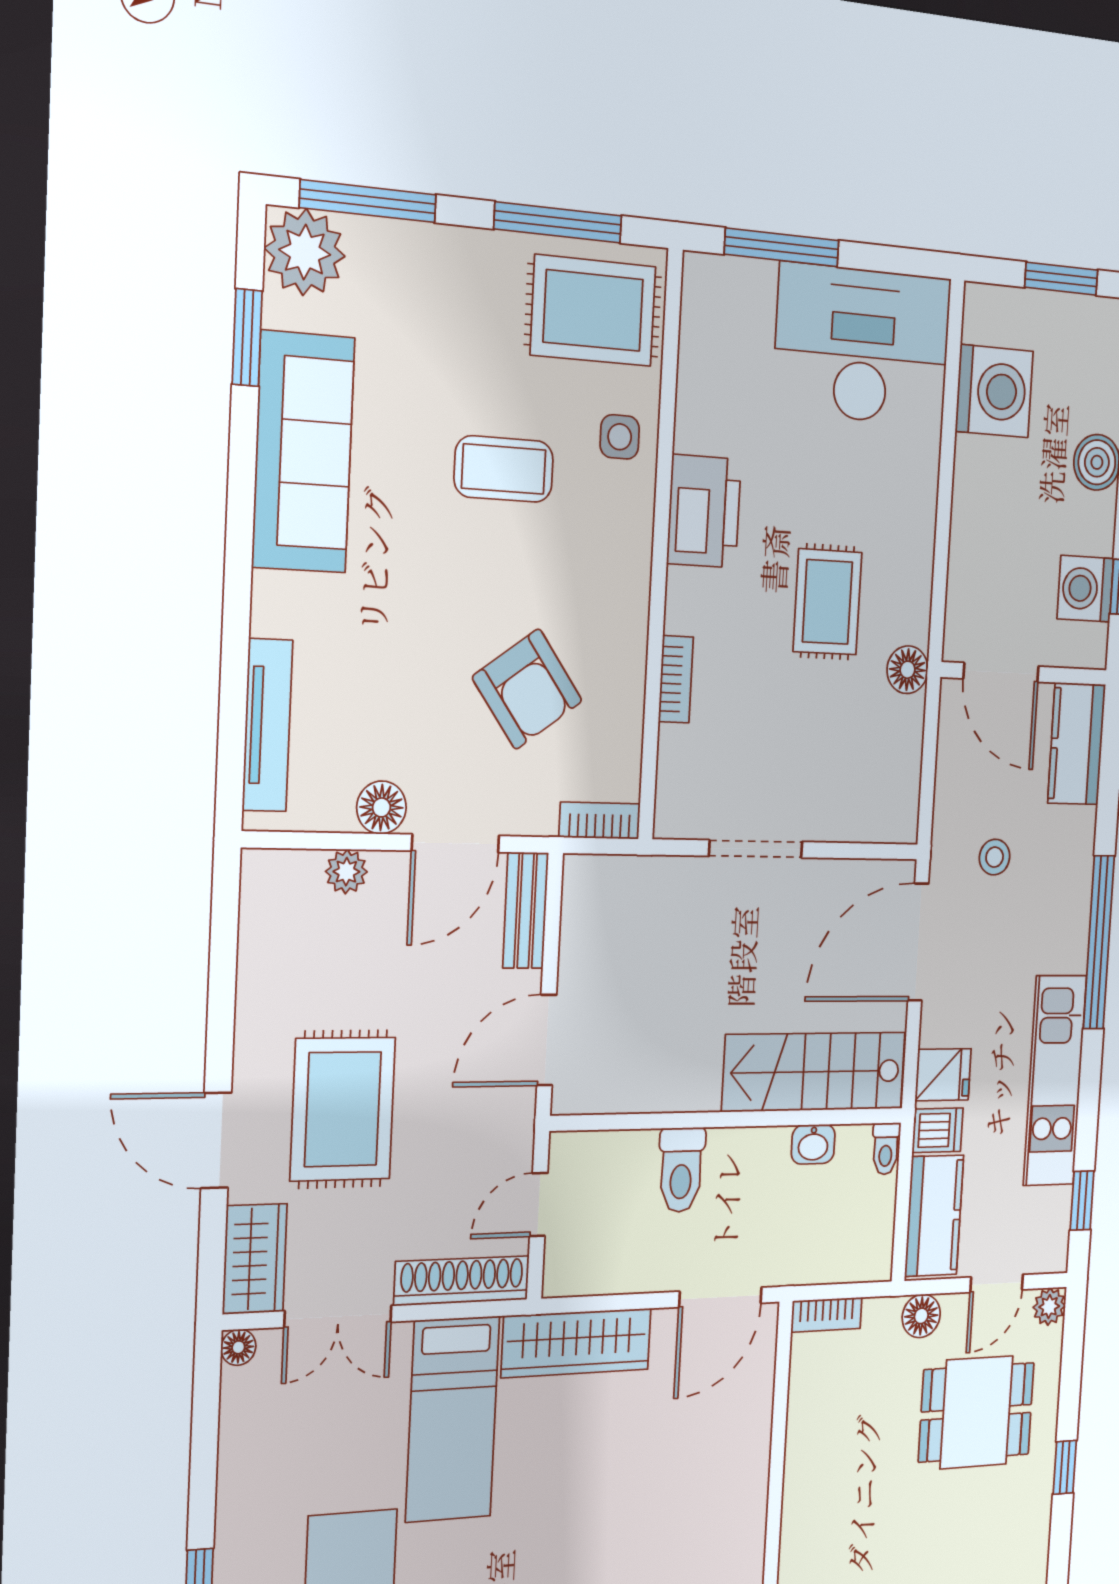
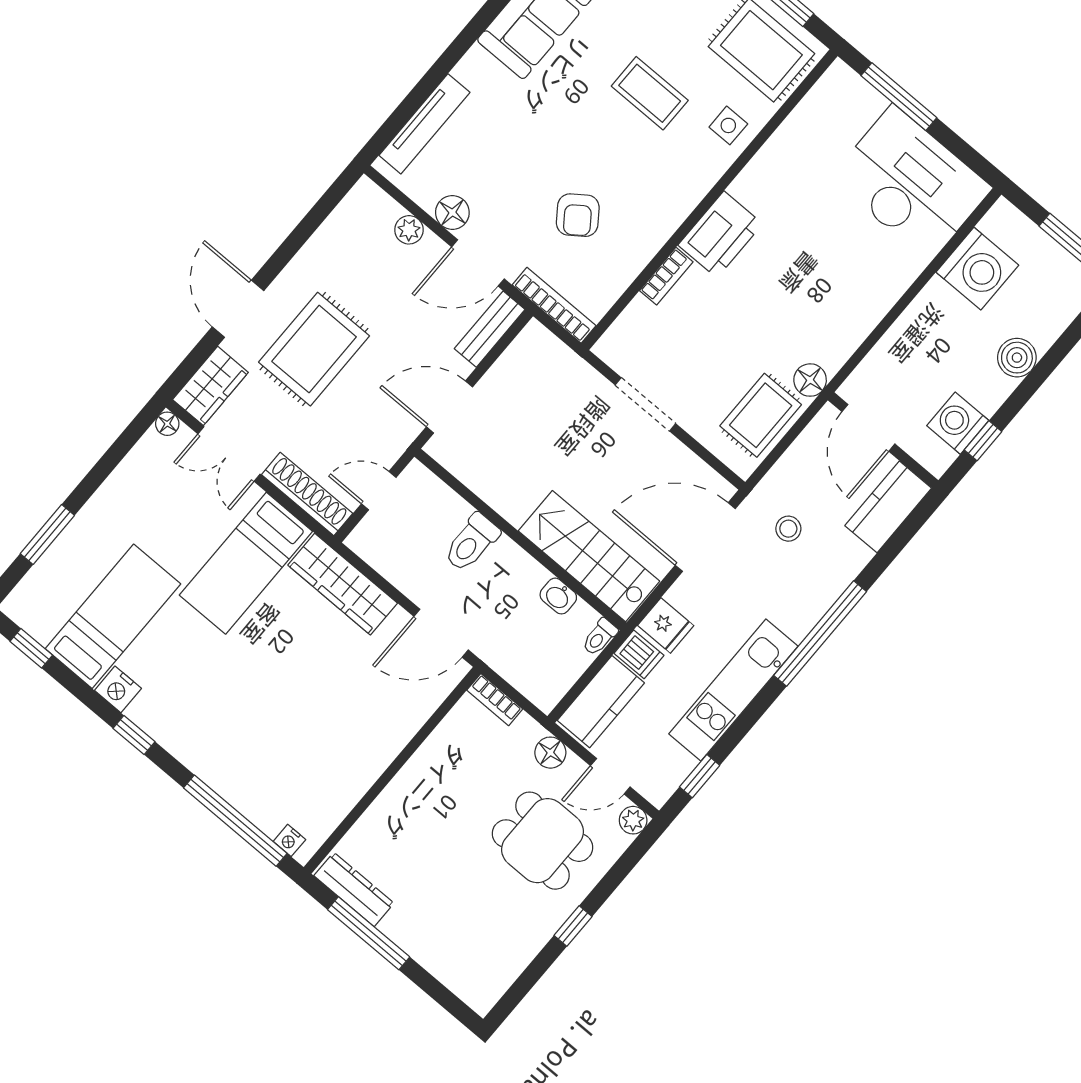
printer: (704, 511) -> (720, 234), moved
rug: (827, 602) -> (761, 415), moved
armchair: (527, 689) -> (578, 215), width x0.72, depth x0.72
bookcase: (600, 821) -> (554, 305), width x1.56

